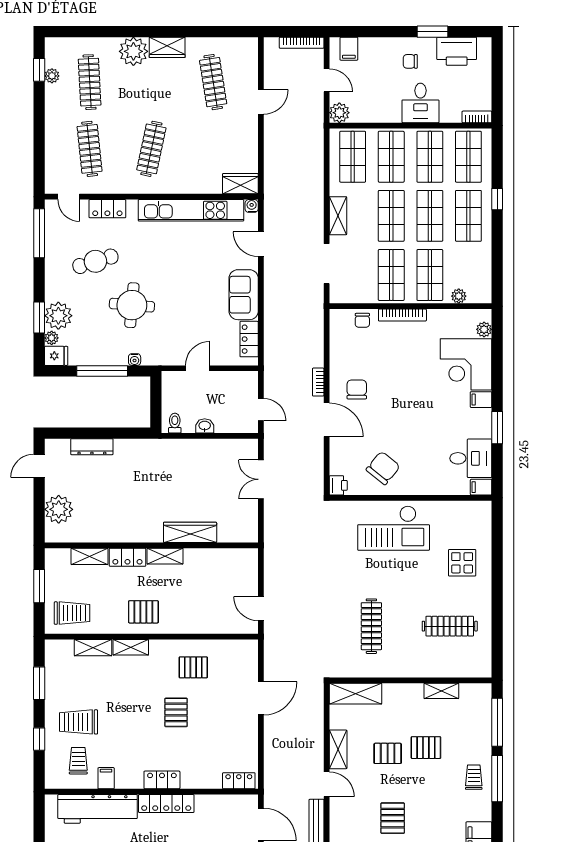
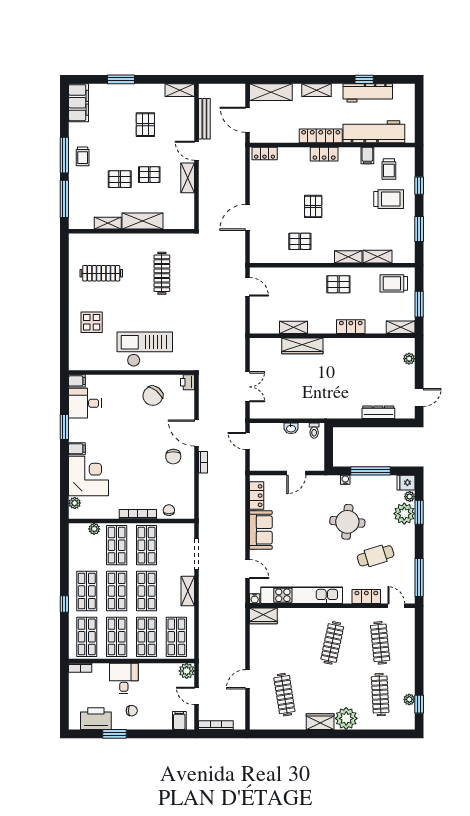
plant: (59, 509) -> (409, 359), width x0.53, depth x0.53
shelving: (89, 556) -> (401, 327), moved
shelving: (165, 556) -> (293, 327), moved
shelving: (355, 694) -> (142, 221), moved

